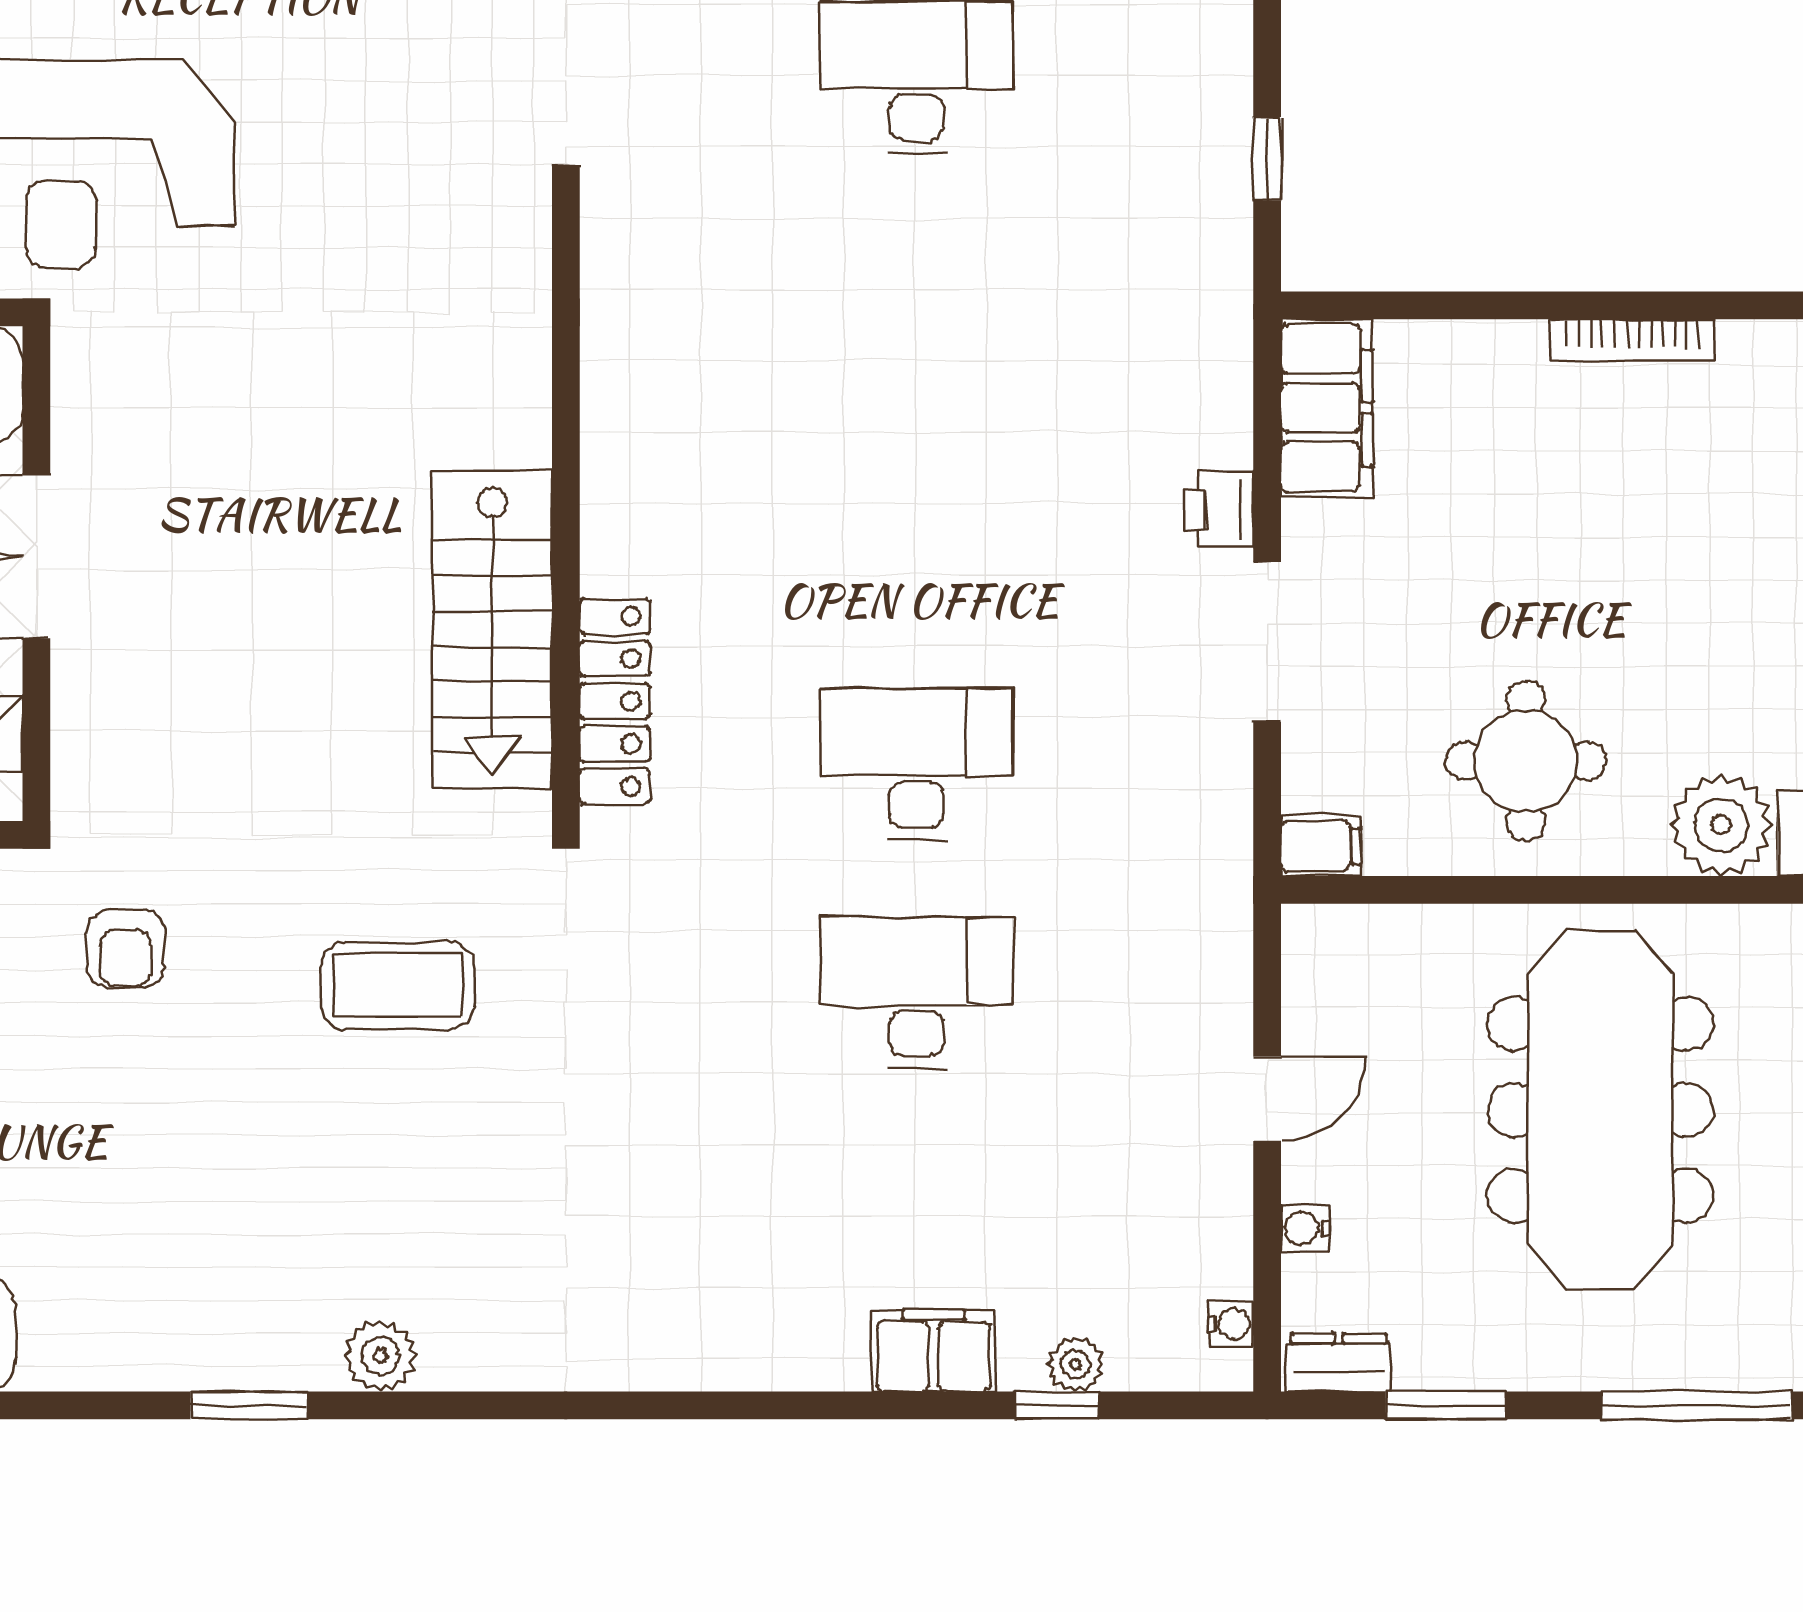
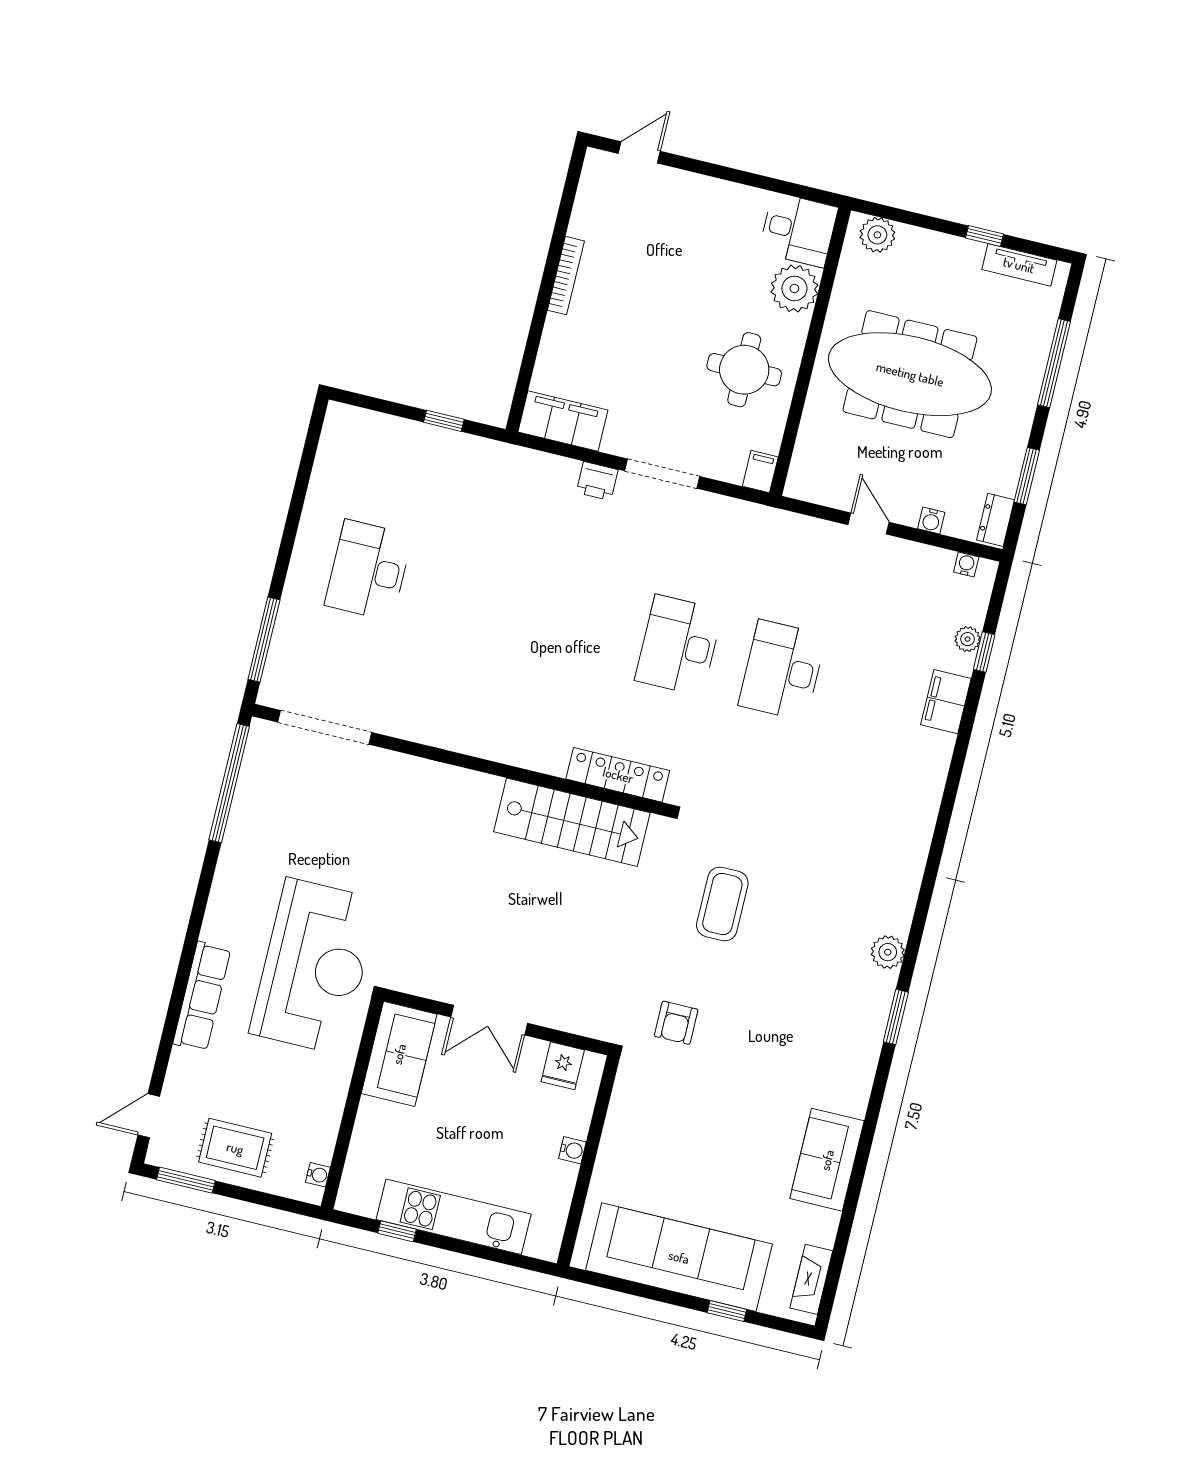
armchair: (126, 949) -> (676, 1023), turned 90

